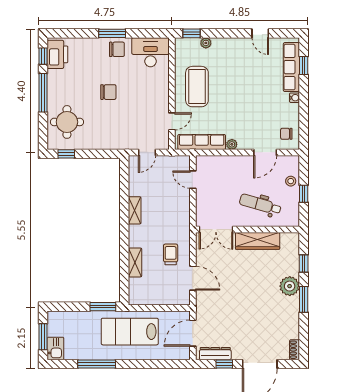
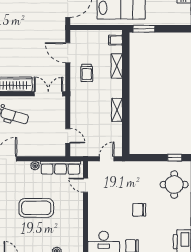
coffee table: (197, 87) -> (36, 208), moved, turned 90
door: (172, 121) -> (86, 185), hinge flipped
filing cabinet: (137, 293) -> (115, 40), added

